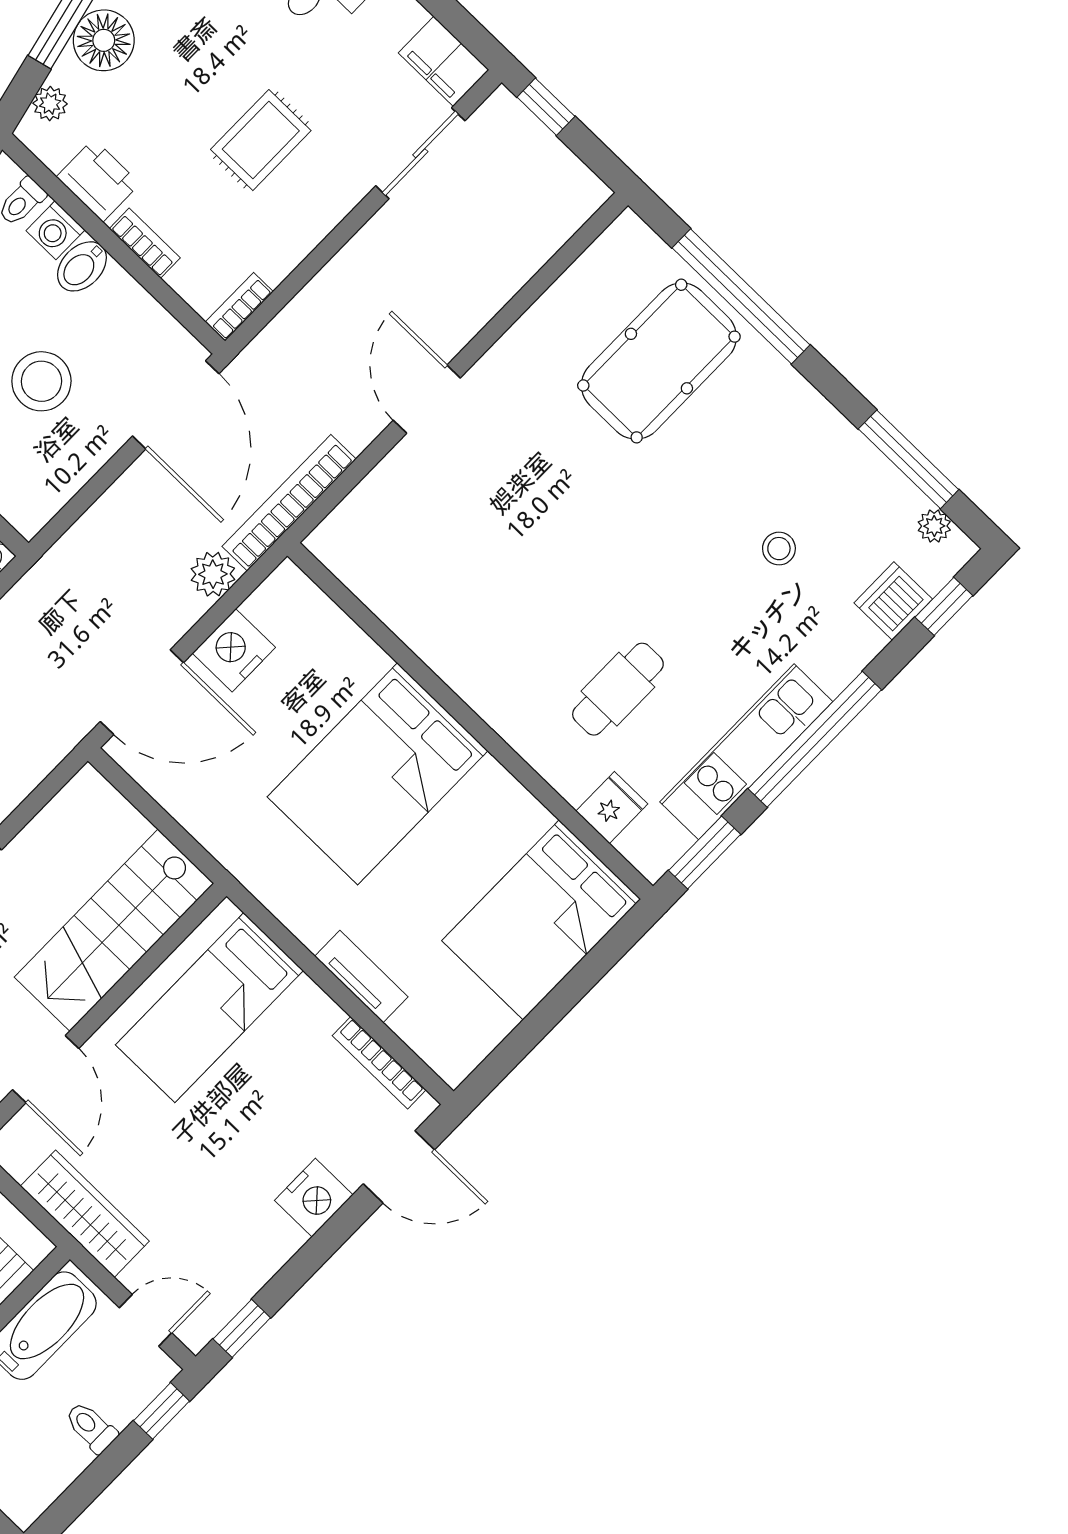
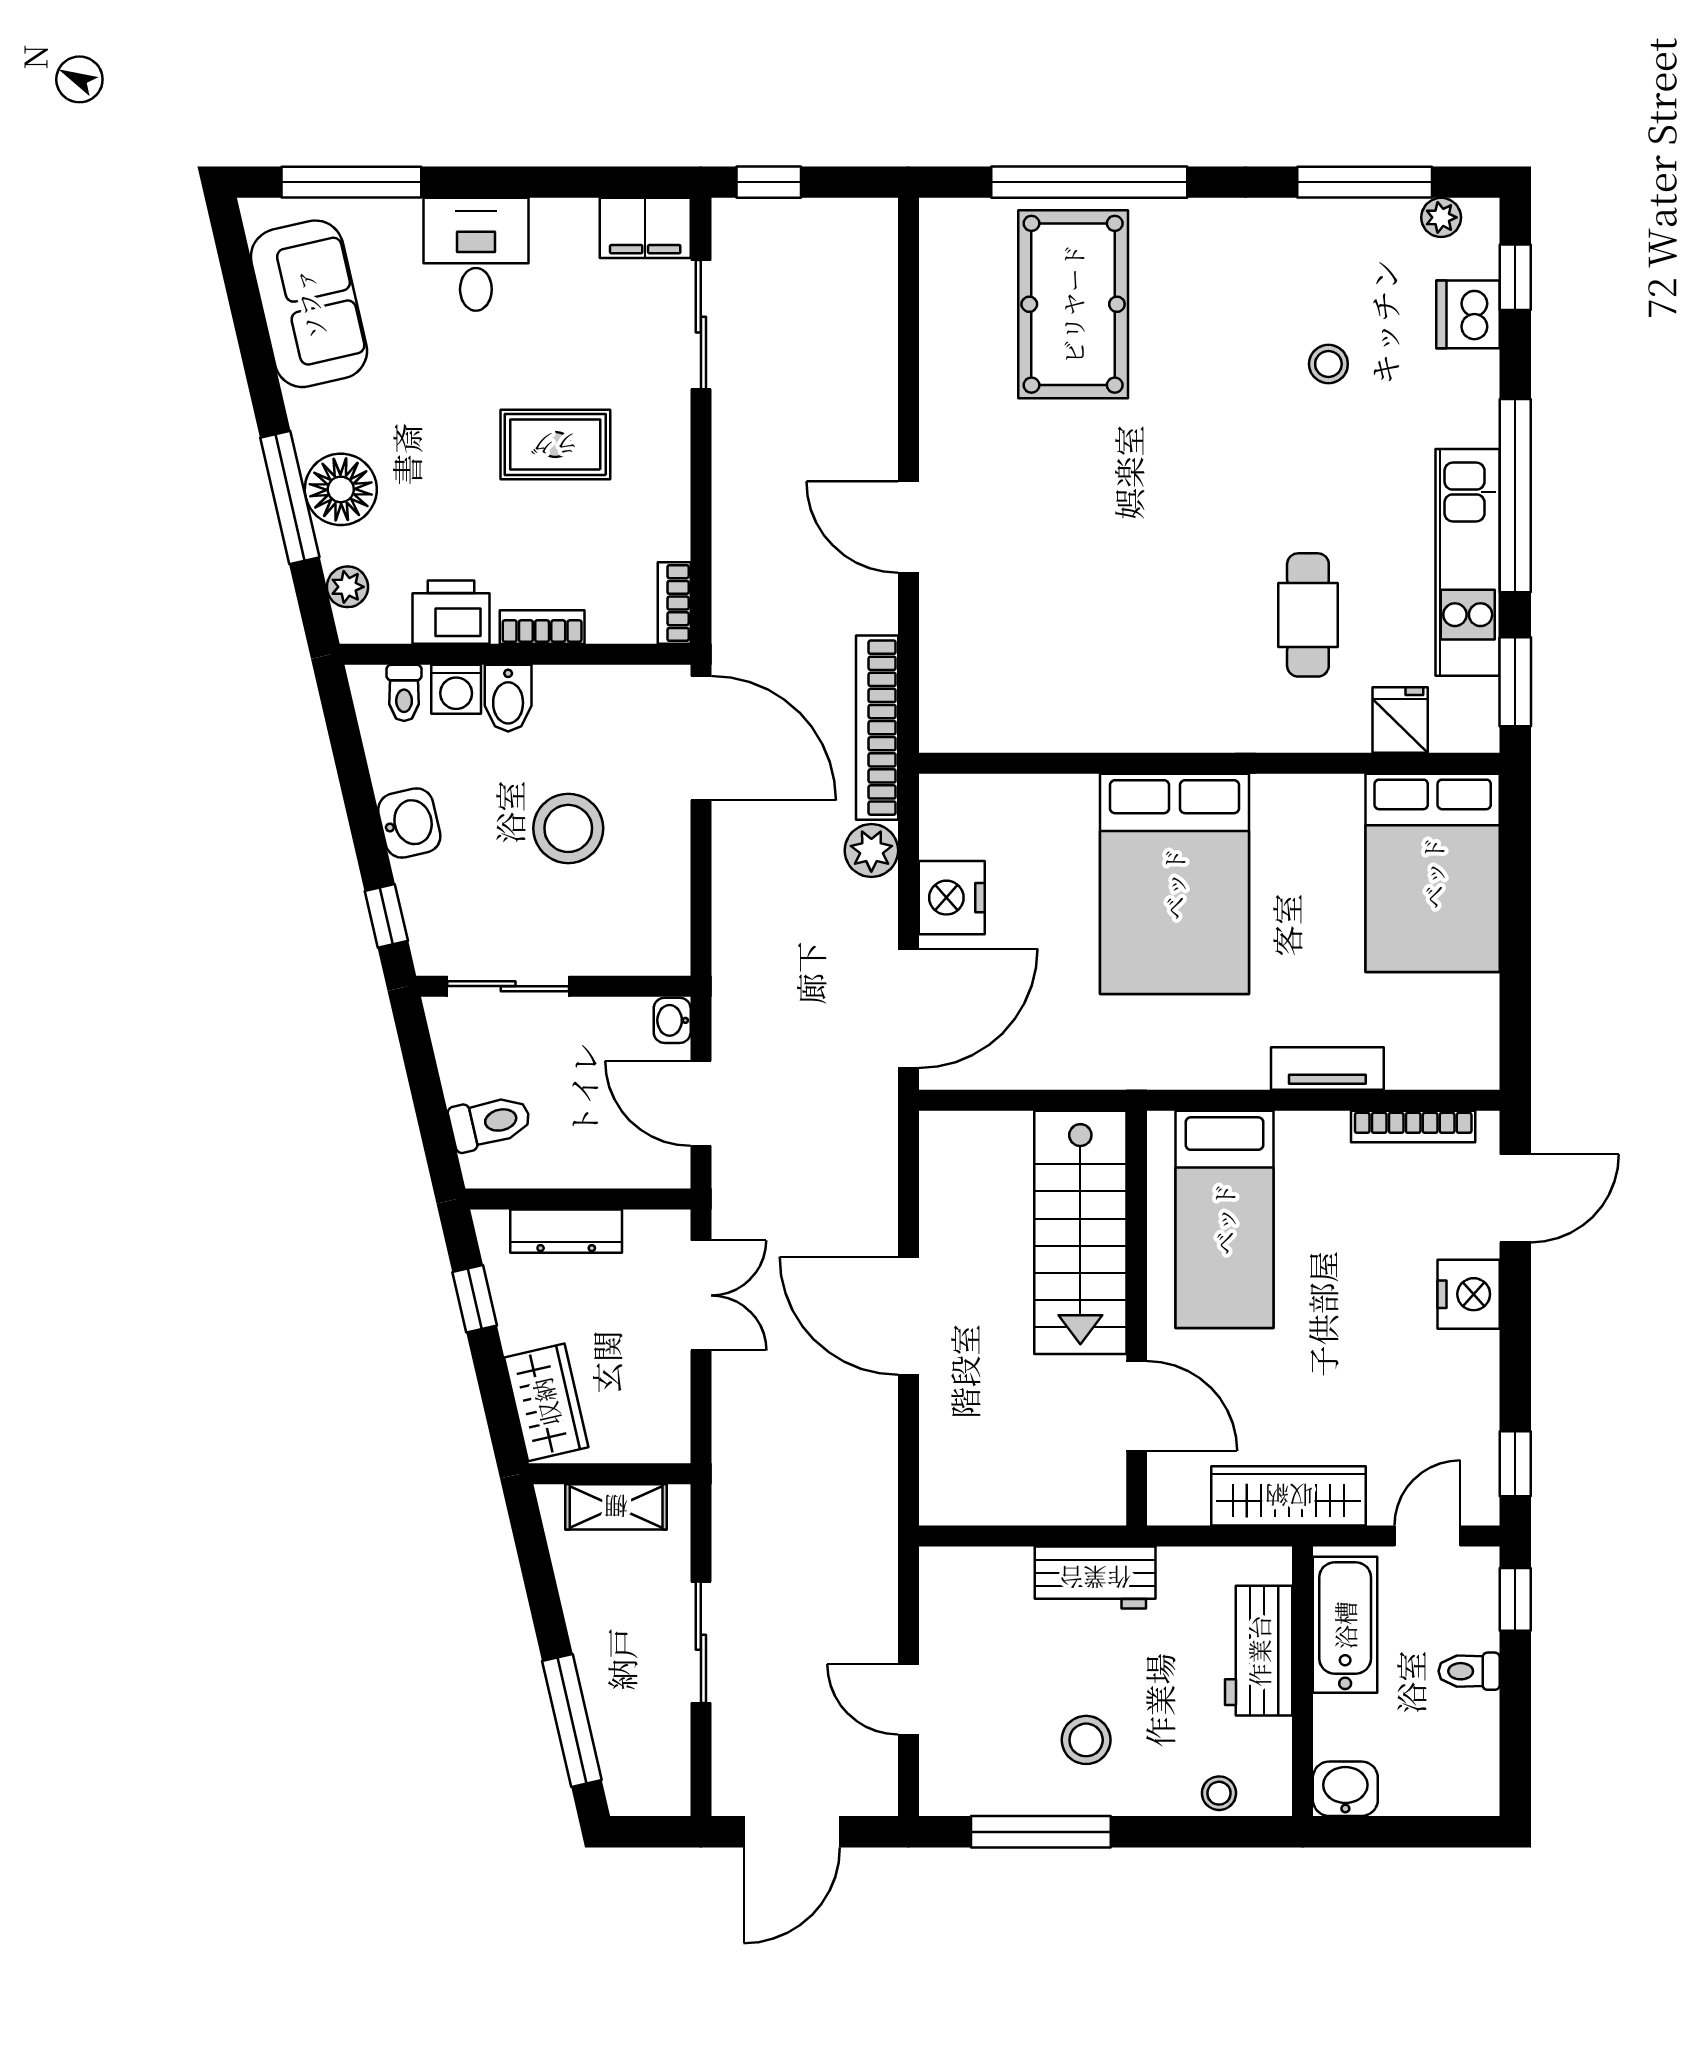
rug: (261, 140) -> (555, 445), turned 90

